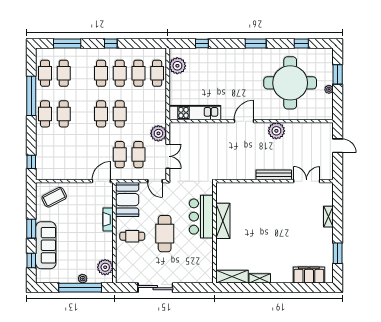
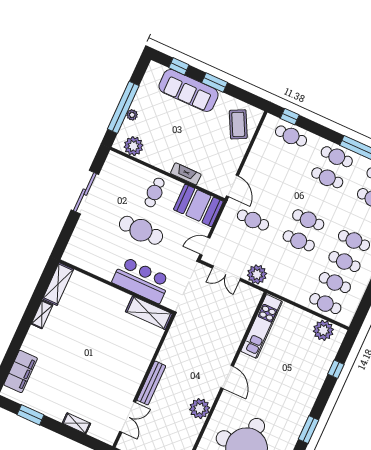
cafe table: (138, 155) -> (291, 136), moved
shelving: (223, 221) -> (149, 313), moved

